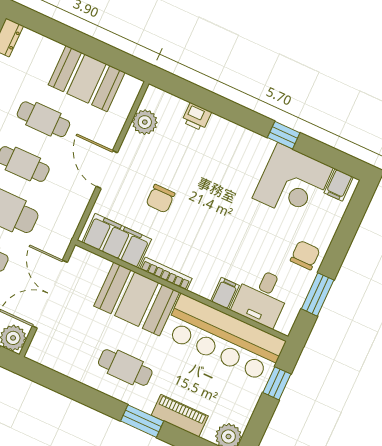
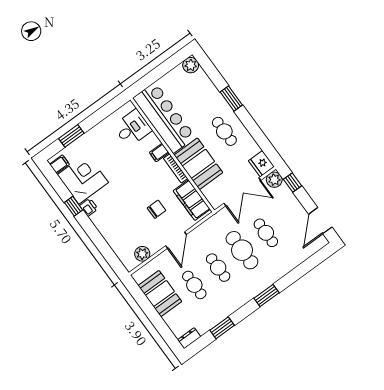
printer: (197, 117) -> (89, 207), moved
chair: (305, 255) -> (98, 137), removed
filing cabinet: (225, 293) -> (159, 153), moved
window: (318, 294) -> (71, 136), moved
fridge: (45, 351) -> (261, 164), added
window: (277, 383) -> (150, 79), removed
piano: (180, 416) -> (210, 90), removed

